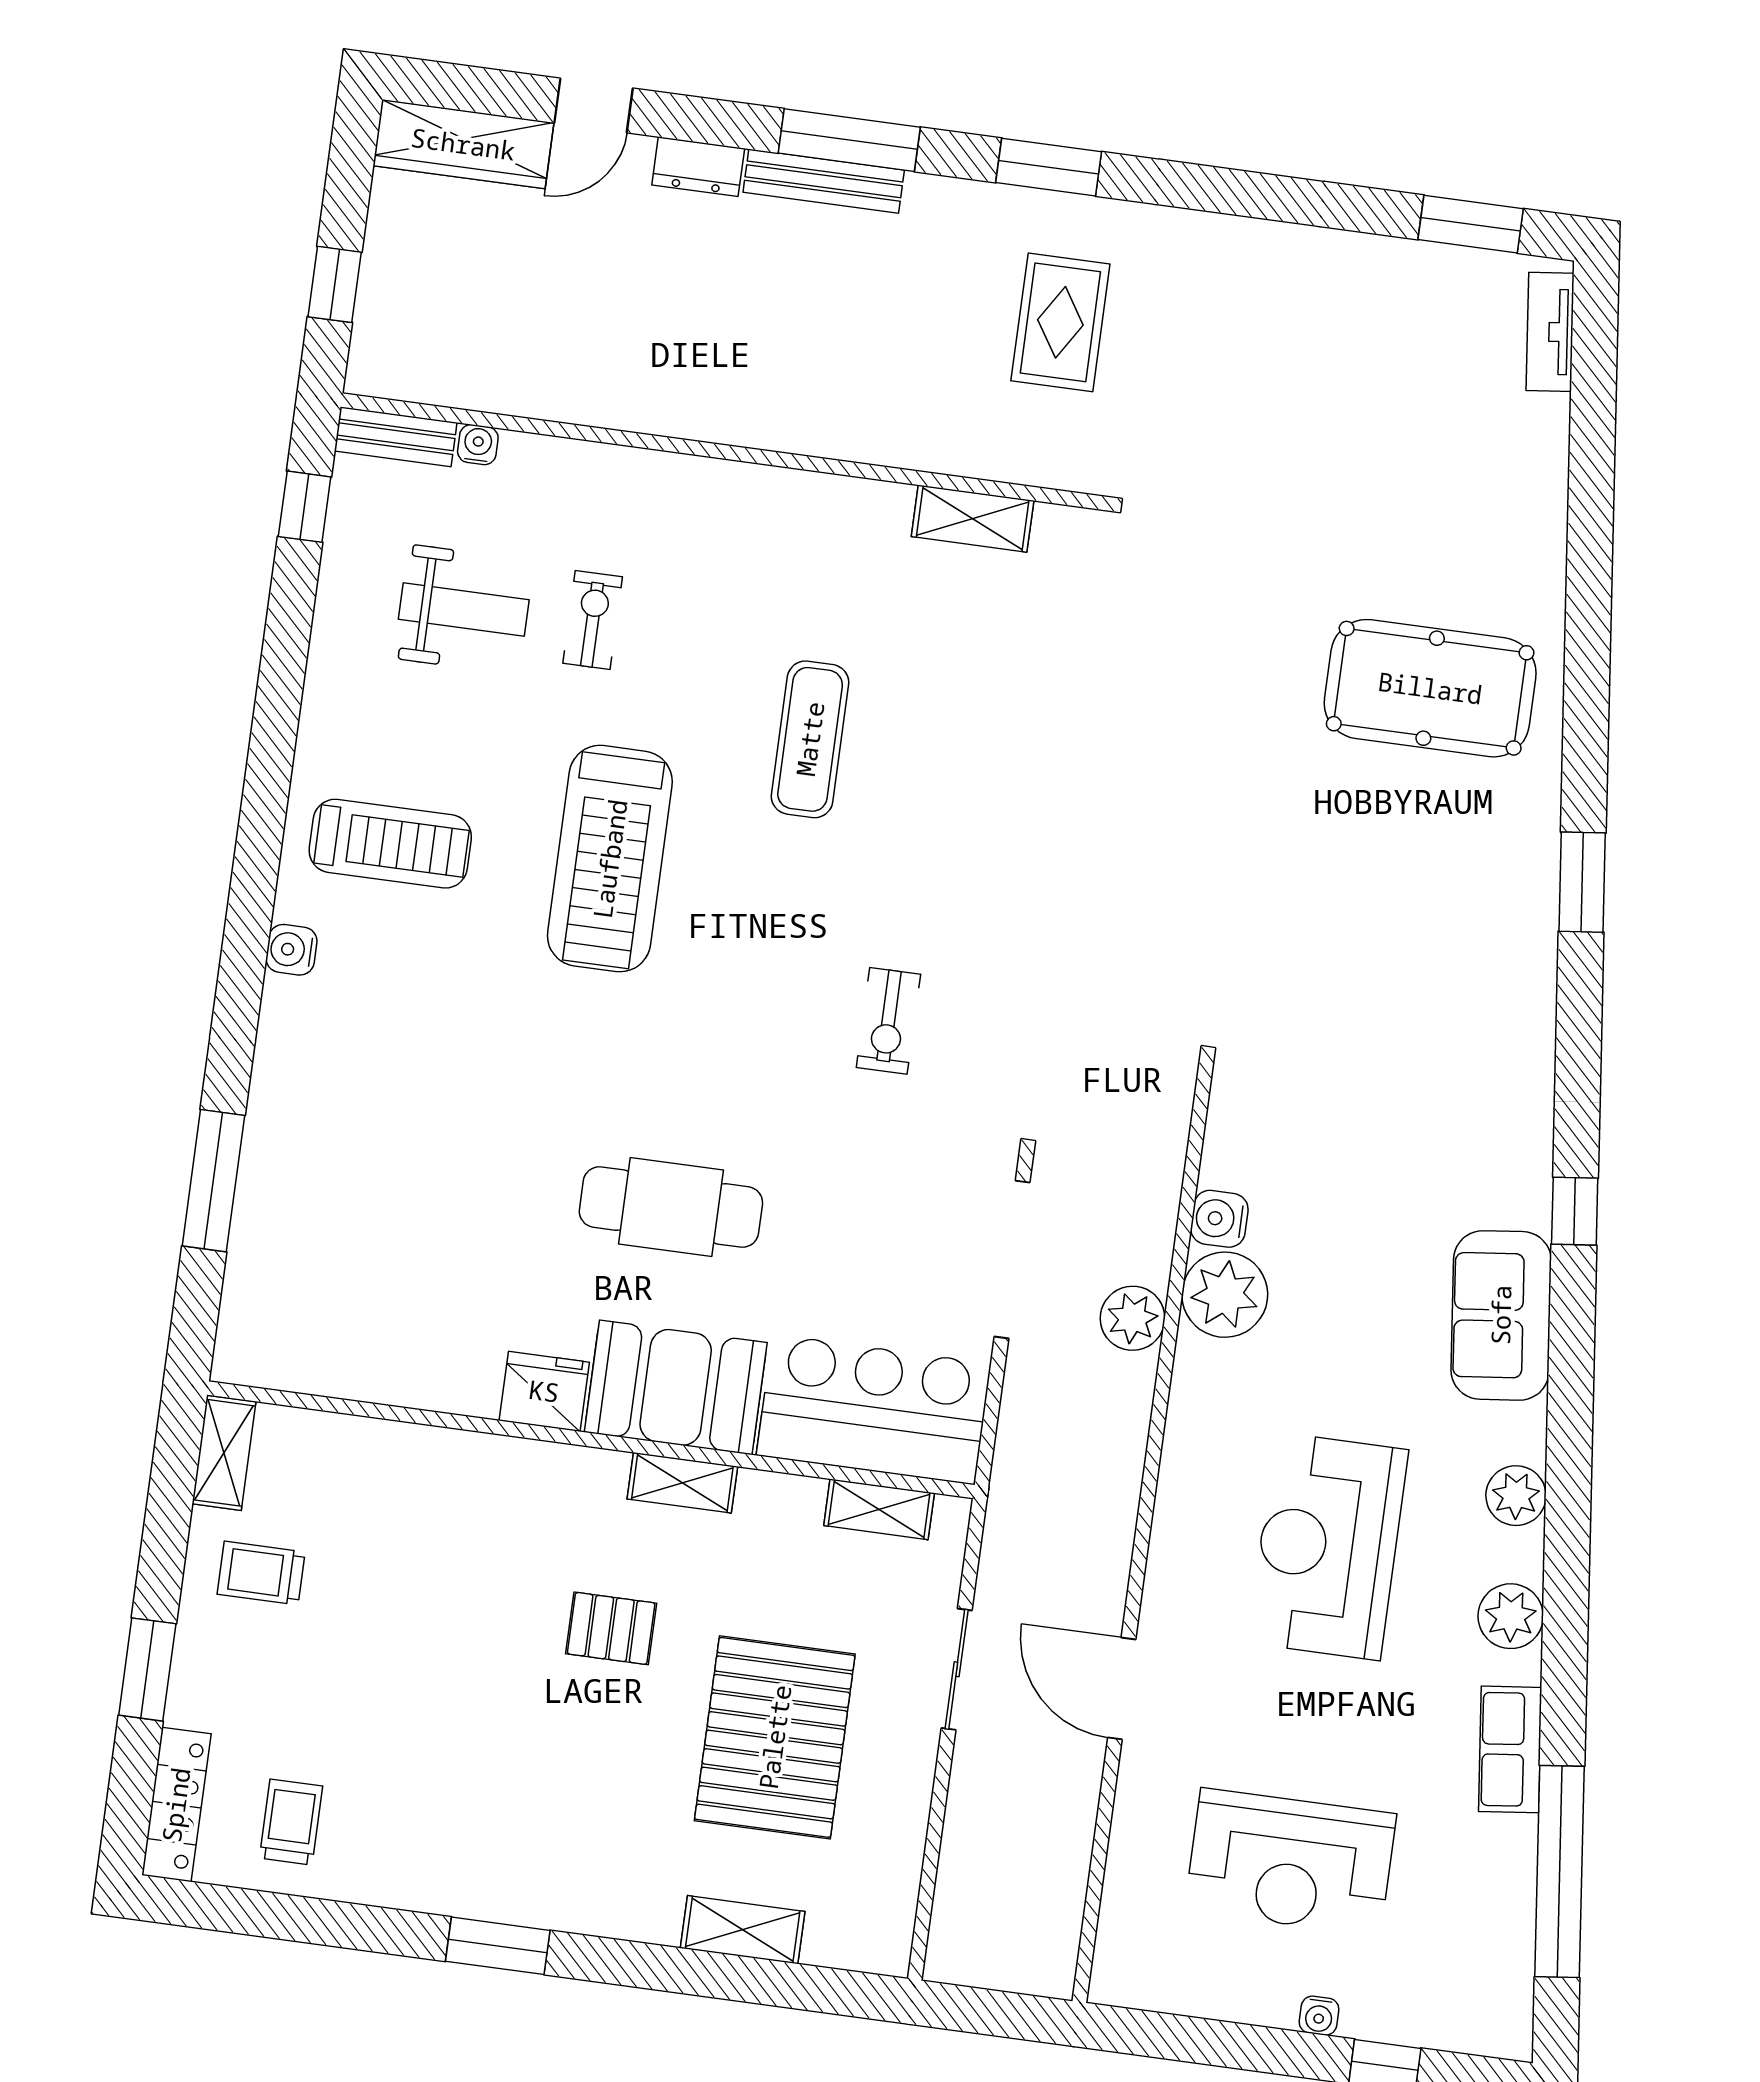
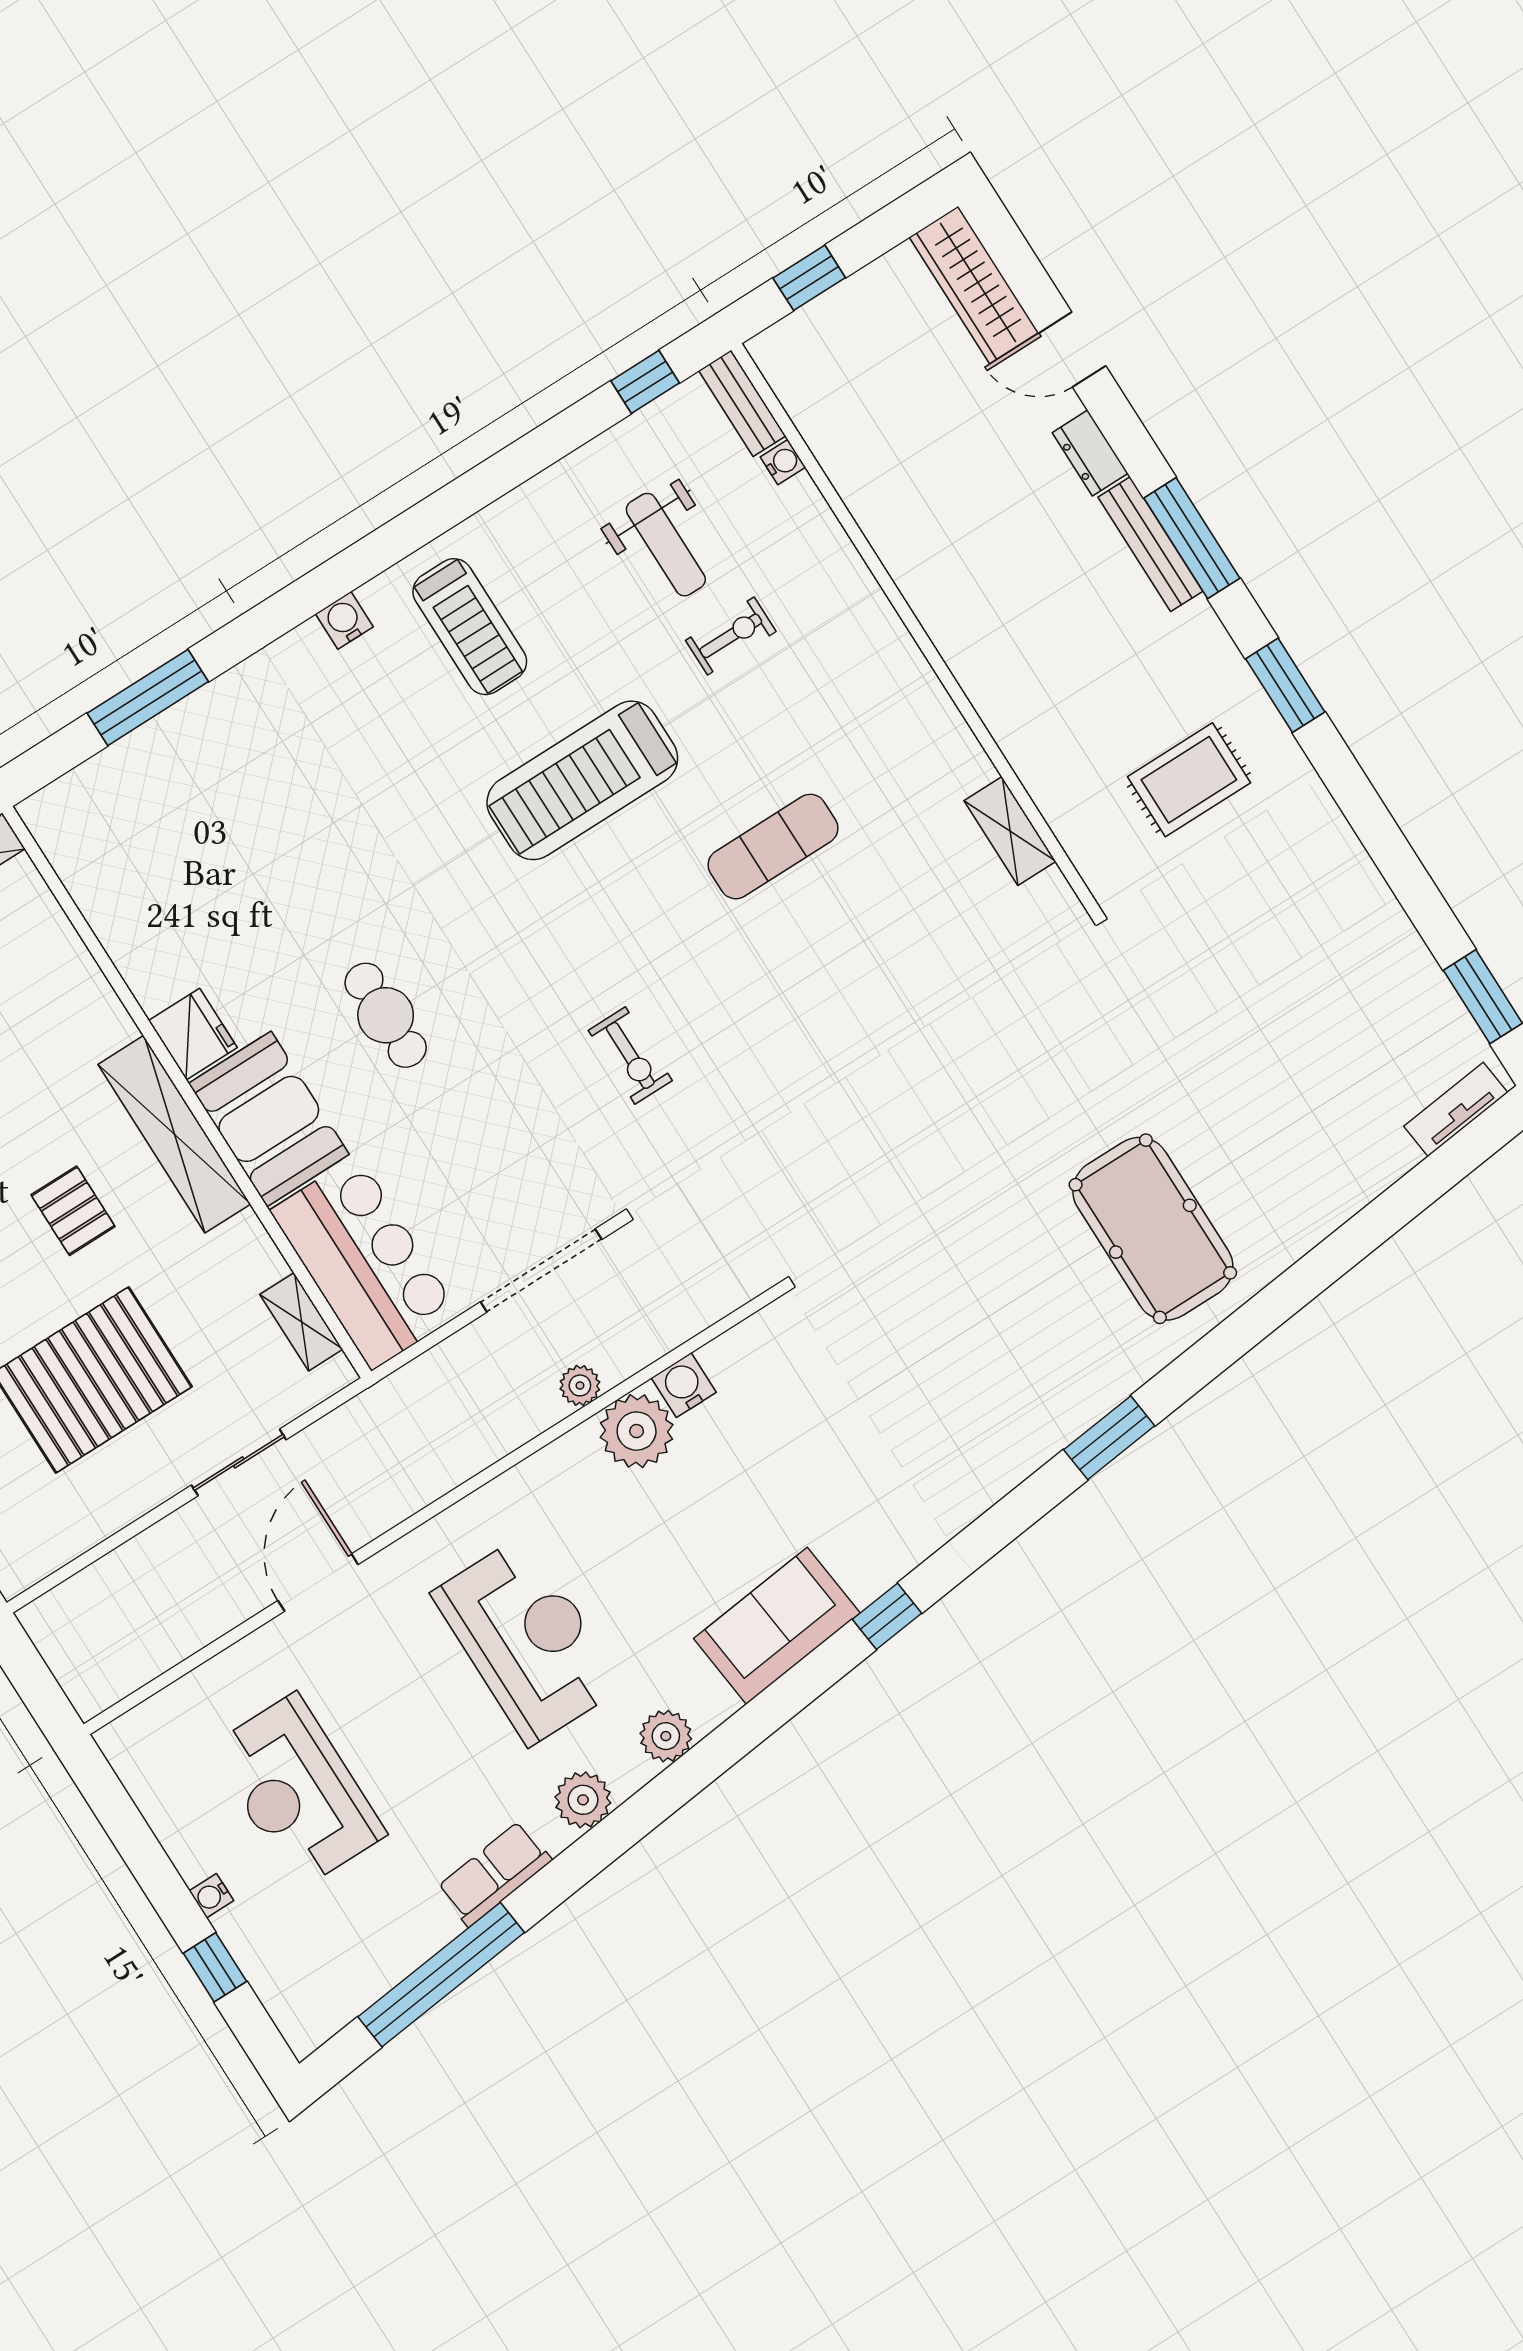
exercise bike: (888, 1021) -> (630, 1055), turned -90
cafe table: (671, 1207) -> (386, 1015), width x0.73, depth x0.74
plant: (1133, 1318) -> (580, 1385), width x0.73, depth x0.73
shelving: (682, 1483) -> (174, 1134), width x2.20, depth x1.33
reception desk: (1328, 1546) -> (527, 1640), turned 90

